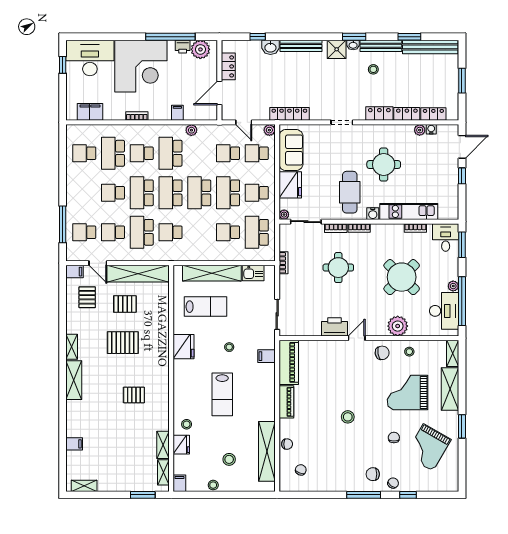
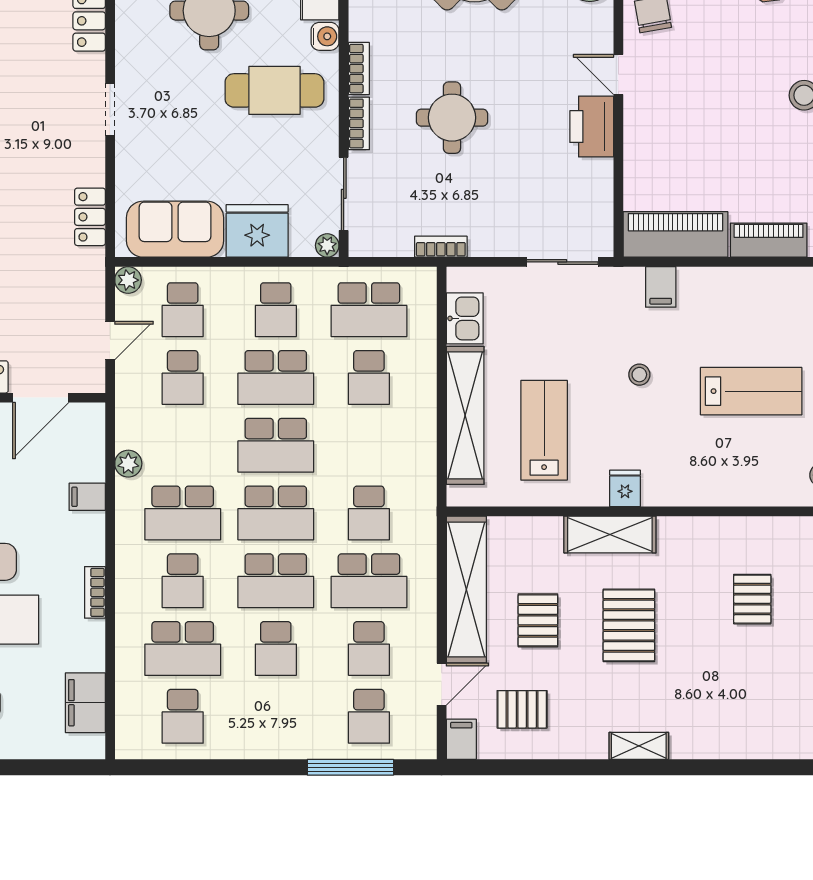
door: (219, 93) -> (41, 398), hinge flipped
locker: (289, 114) -> (90, 217), width x0.66
fridge: (184, 347) -> (625, 488), width x0.53, depth x0.75
shelving: (74, 380) -> (610, 535), moved

